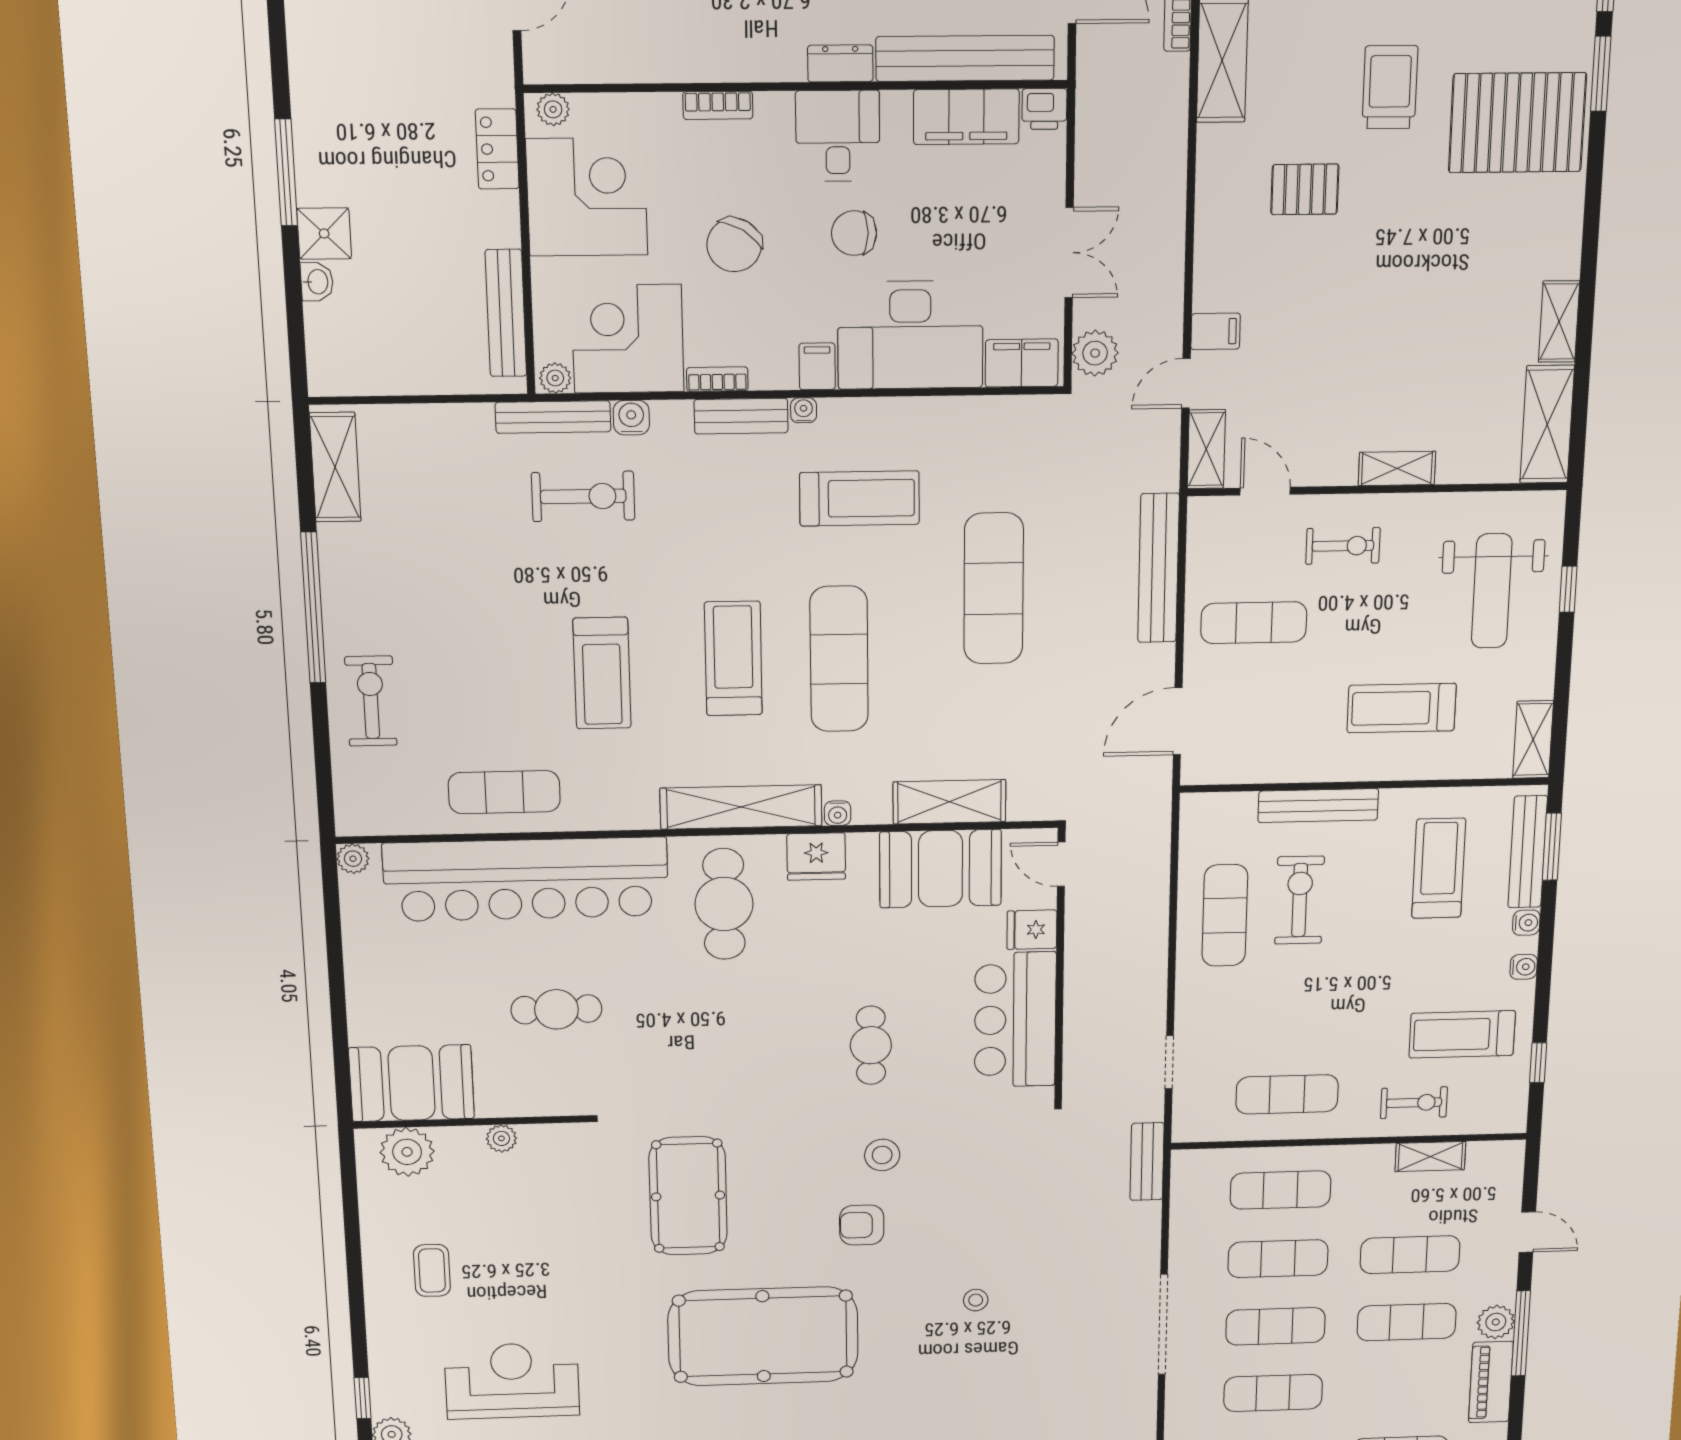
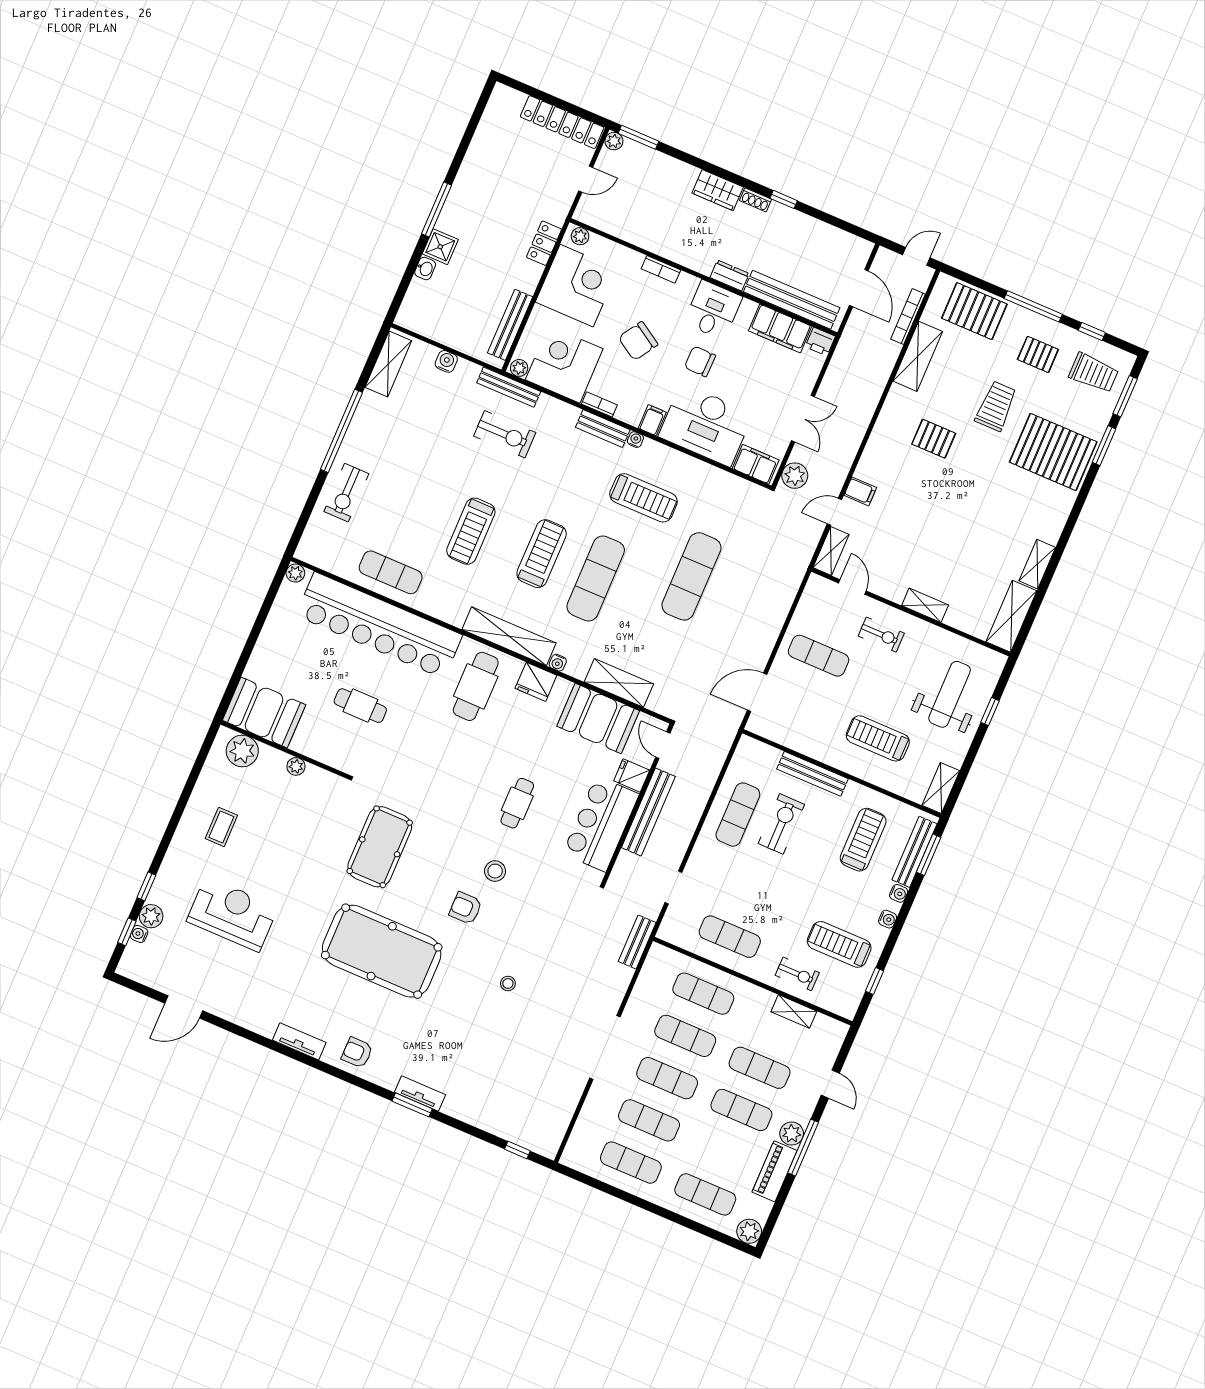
water cooler: (631, 418) -> (446, 361), moved
bench: (1159, 568) -> (648, 812), moved
weight bench: (1492, 591) -> (950, 694), turned 180
exercise bike: (371, 701) -> (346, 493), turned 180

